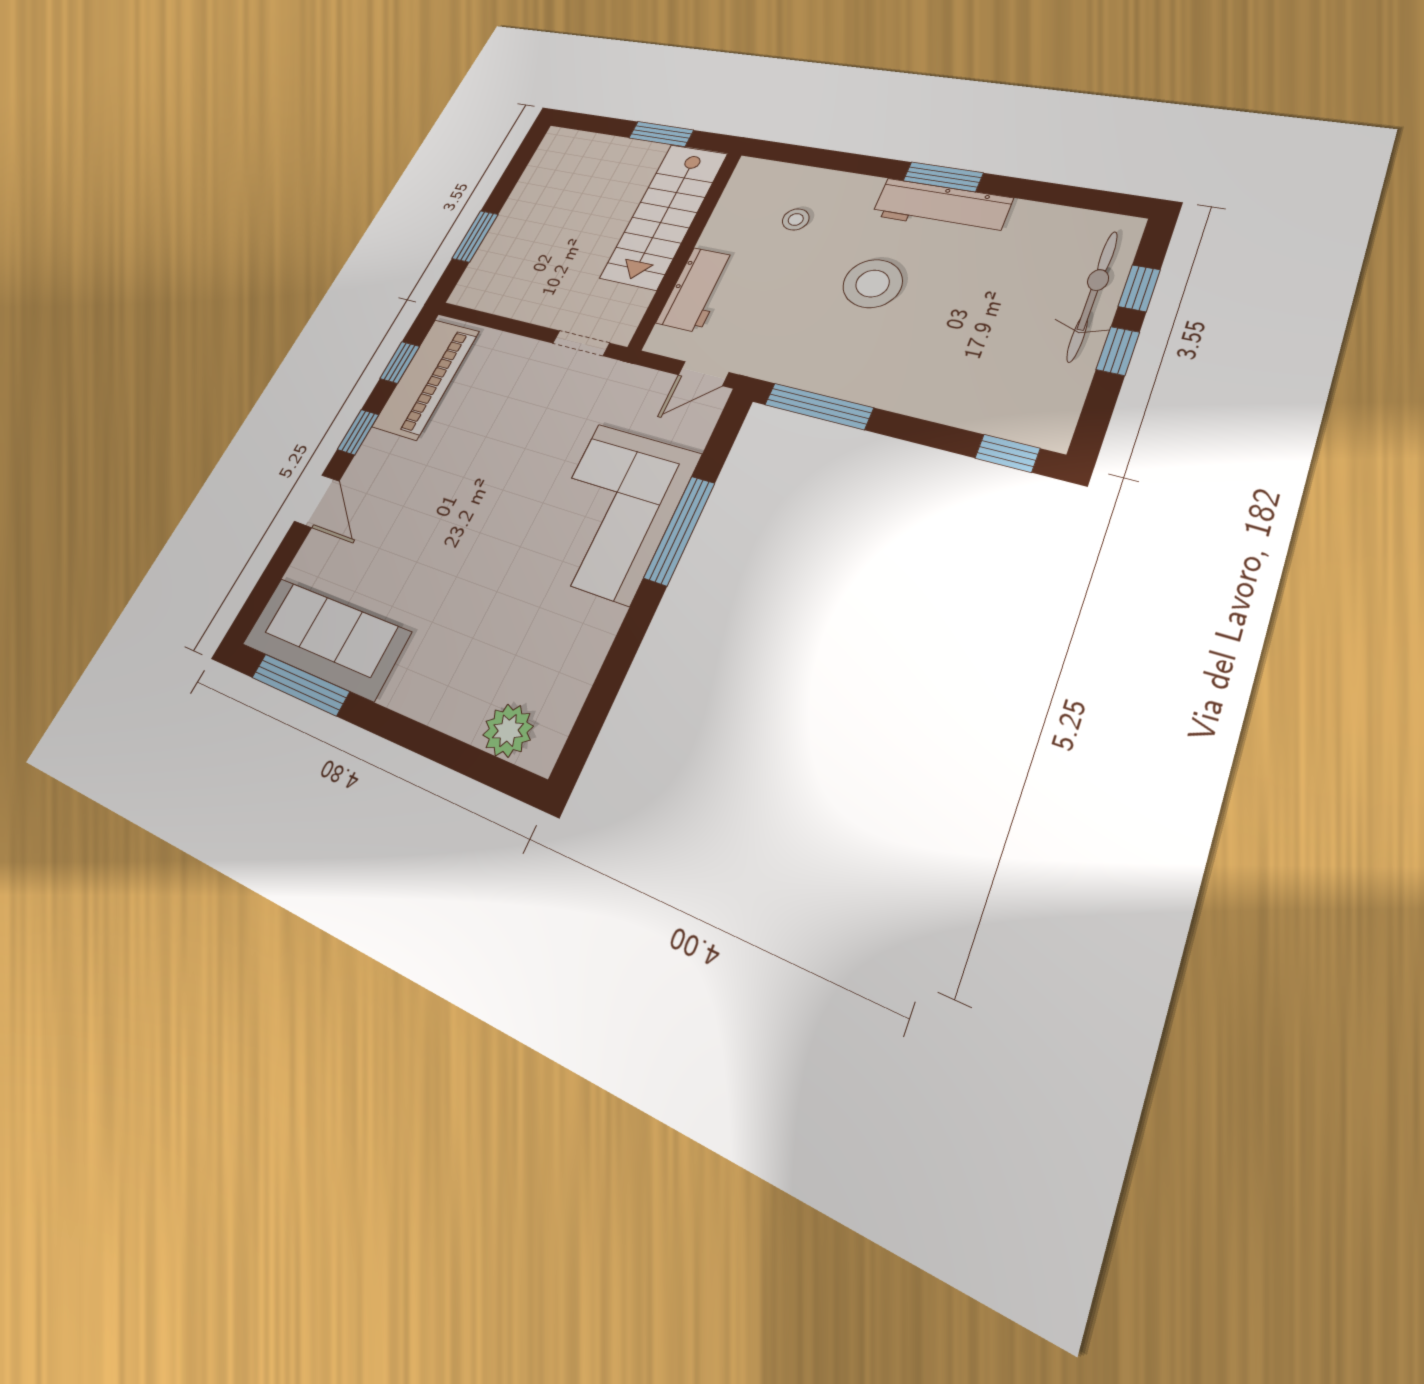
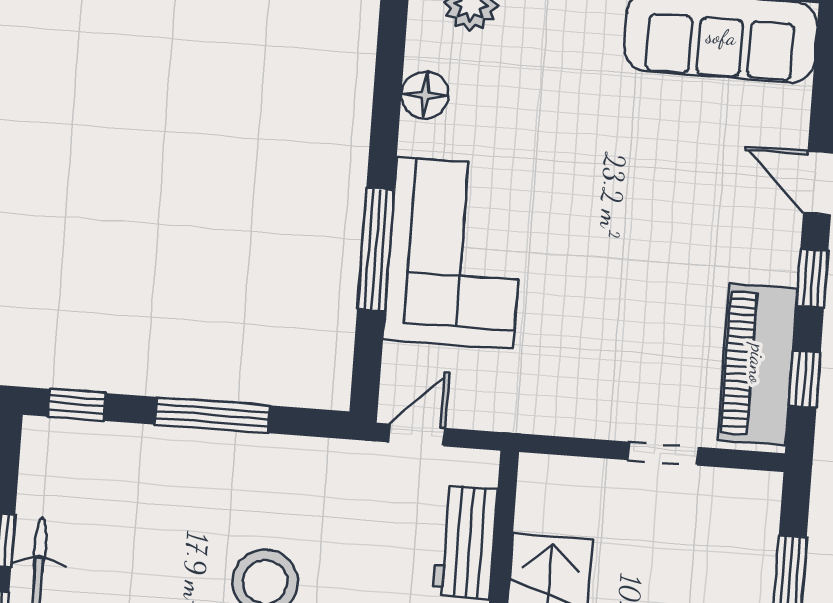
doorway: (581, 343) -> (663, 454), moved
window: (819, 406) -> (212, 415), moved
floor lamp: (583, 657) -> (425, 95), added

